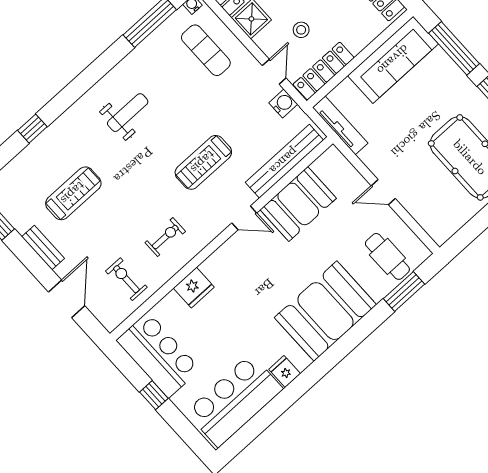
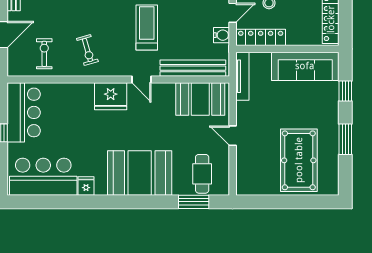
window: (454, 48) -> (345, 91), width x0.46
treadmill: (203, 162) -> (147, 28), turned 90
booth: (298, 204) -> (200, 99), moved
exercise bike: (165, 237) -> (87, 50), turned 74
fridge: (194, 288) -> (111, 96), moved, width x1.36, depth x1.34

